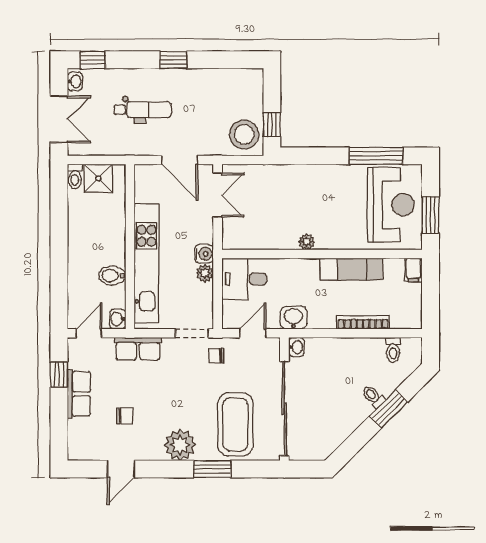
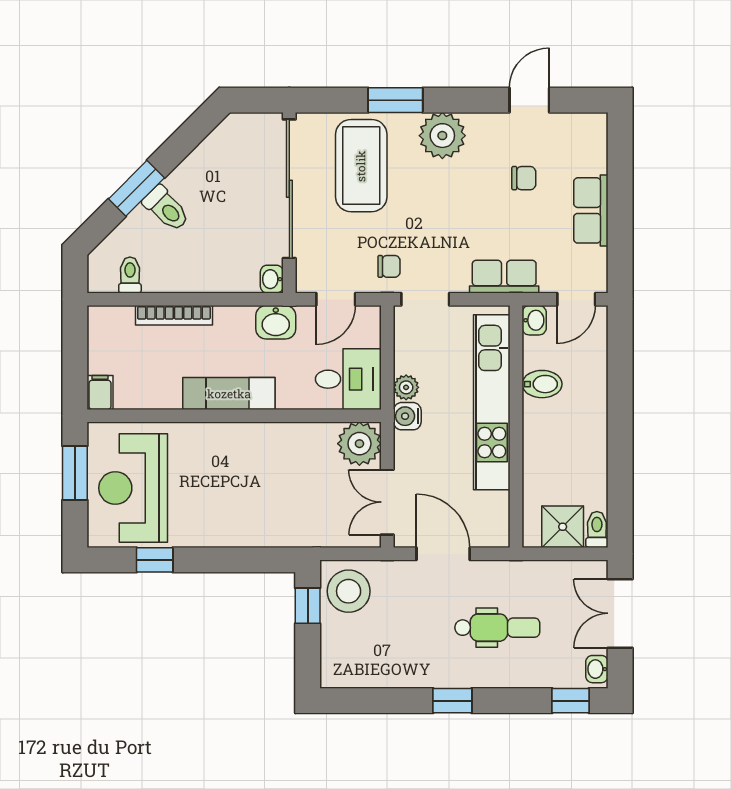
dental chair: (143, 110) -> (497, 628), turned 180
window: (376, 156) -> (155, 560), width x0.46
plant: (307, 242) -> (359, 444), moved, width x1.88, depth x1.88
exam couch: (351, 269) -> (229, 394), moved
window: (59, 375) -> (620, 239), removed
toilet: (373, 396) -> (166, 209), width x1.37, depth x1.39
chair: (125, 416) -> (524, 178), turned 180

